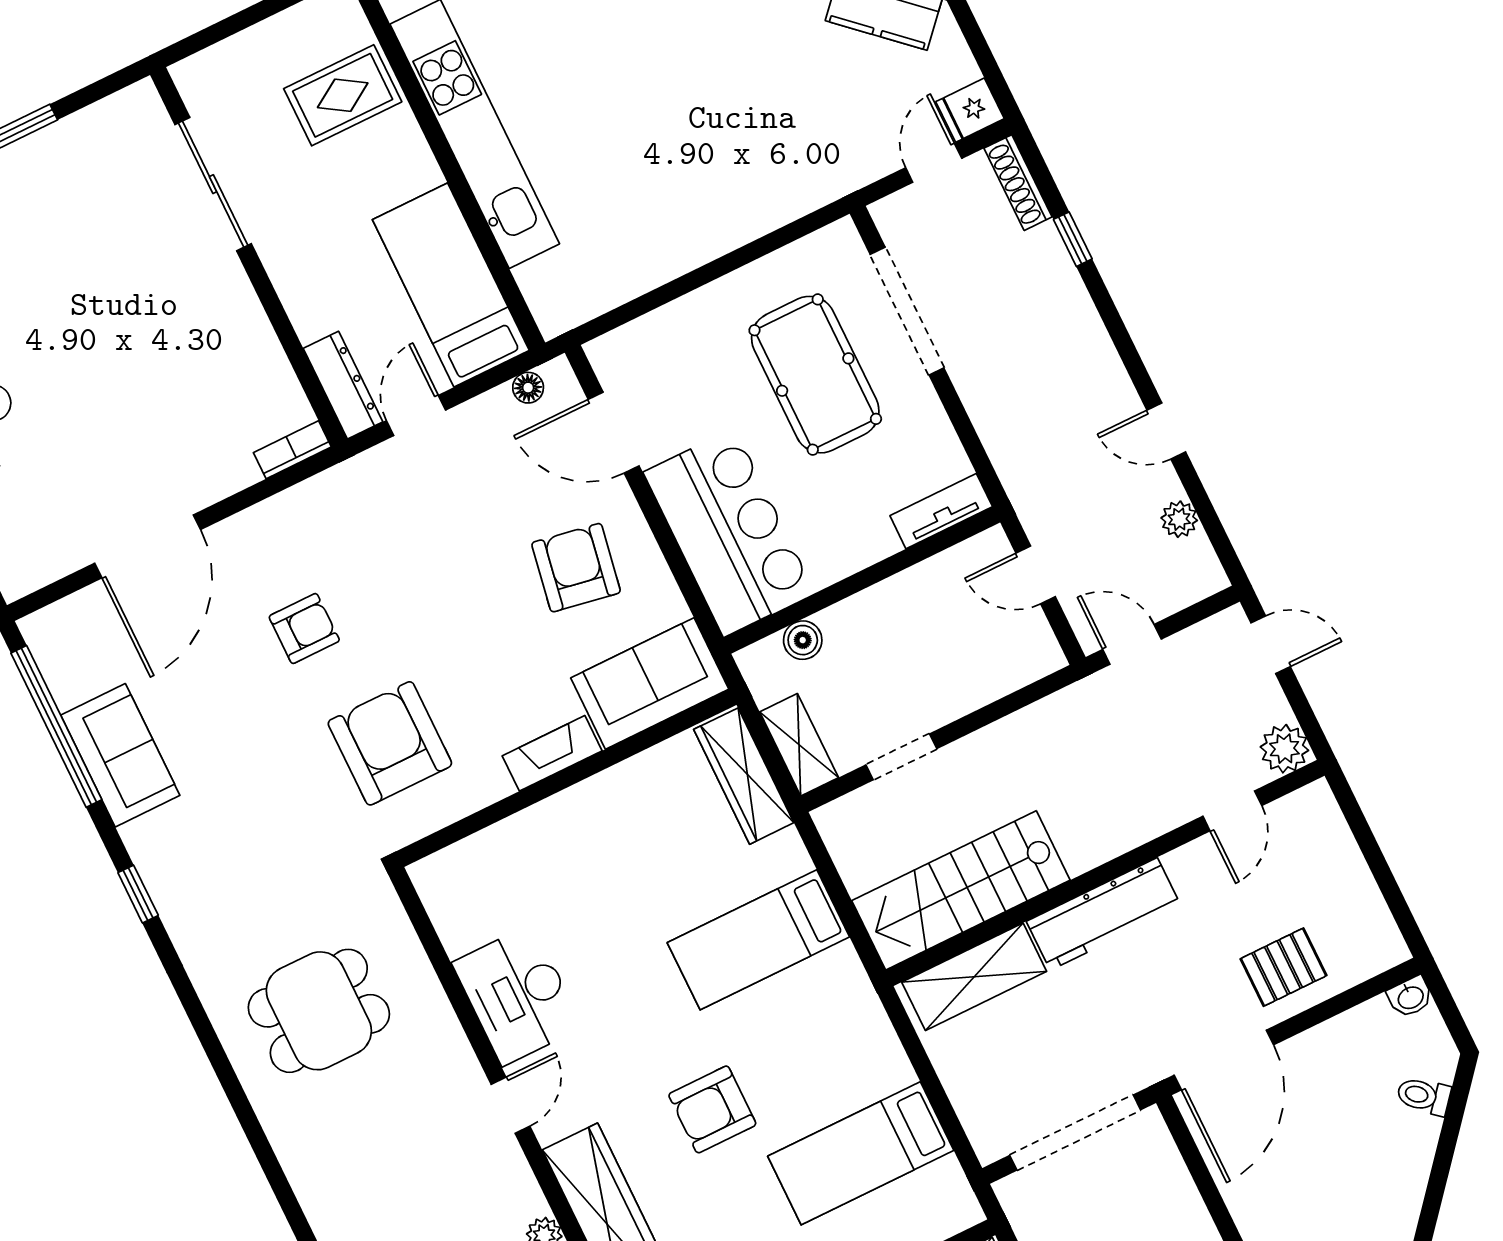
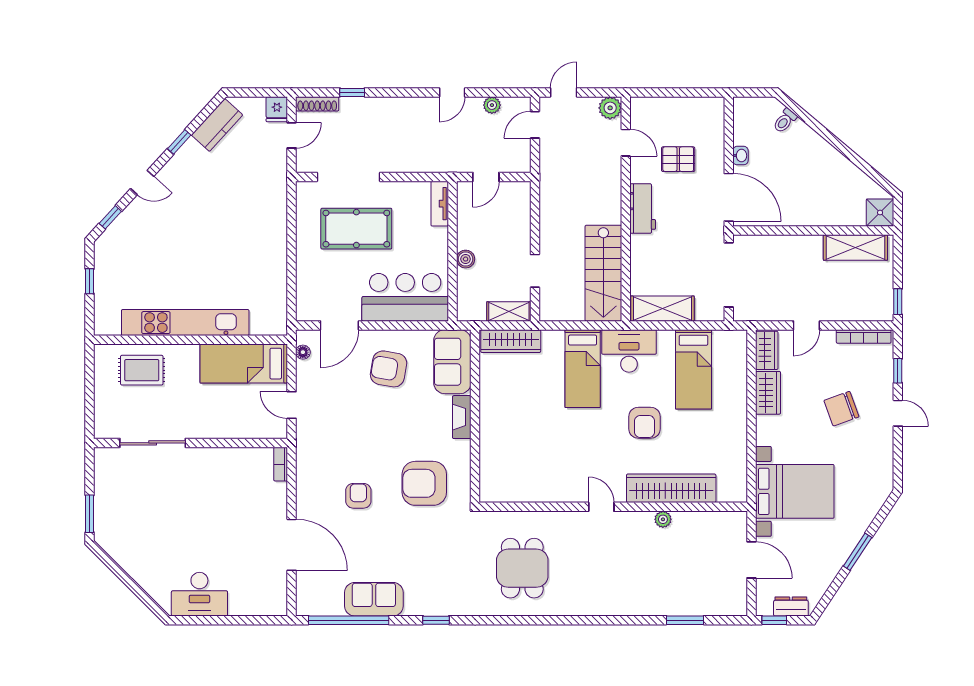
rug: (343, 95) -> (142, 370), turned 90
door: (934, 163) -> (292, 135), swing flipped
dresser: (343, 385) -> (264, 430), removed
boiler: (803, 640) -> (466, 259), moved
door: (1132, 644) -> (535, 125), moved
workbench: (1104, 914) -> (643, 209), width x0.73
pallet: (1284, 967) -> (678, 159), moved, turned 90
shelving: (974, 977) -> (662, 309), moved, turned 90
desk: (517, 995) -> (629, 351), moved, turned 180
washbasin: (1410, 997) -> (740, 156), moved

